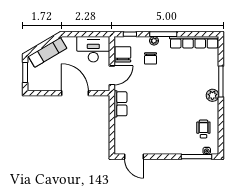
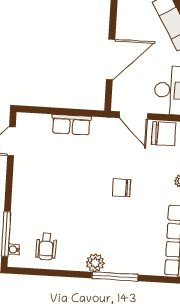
chair: (151, 58) -> (122, 188), moved
row of seats: (120, 104) -> (71, 125), moved
wheelchair: (203, 129) -> (46, 247), turned 90

